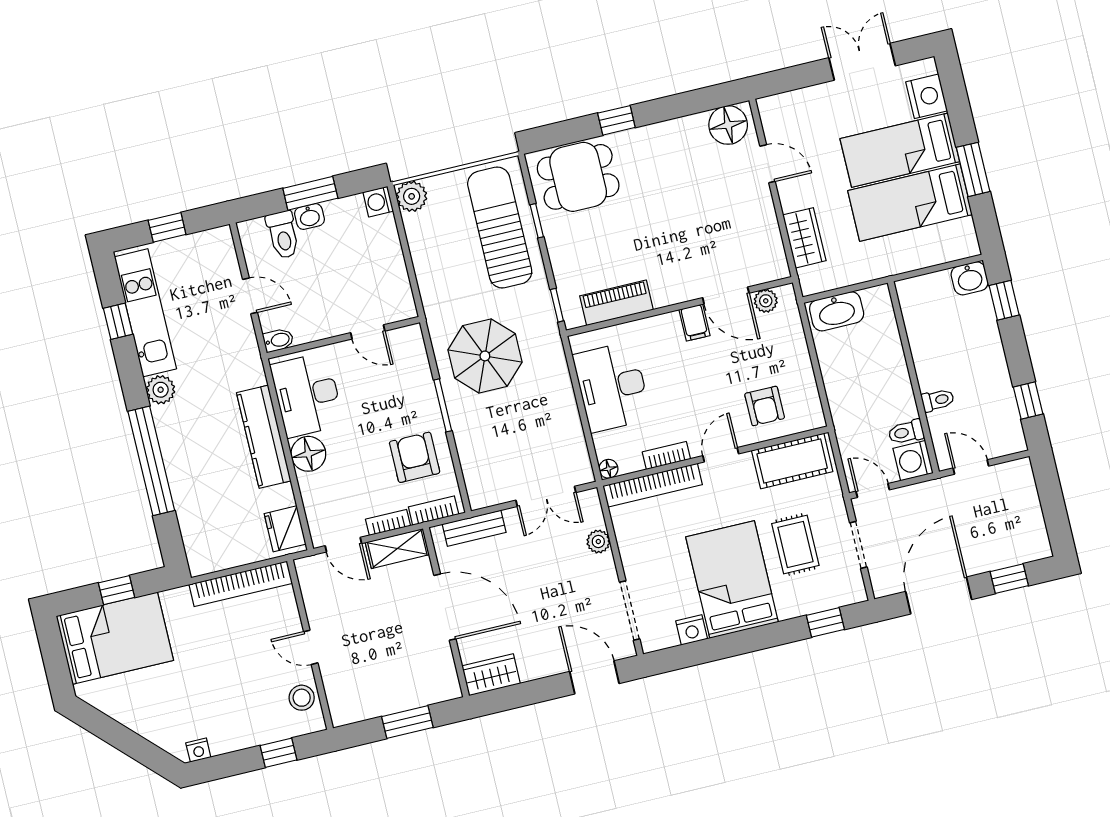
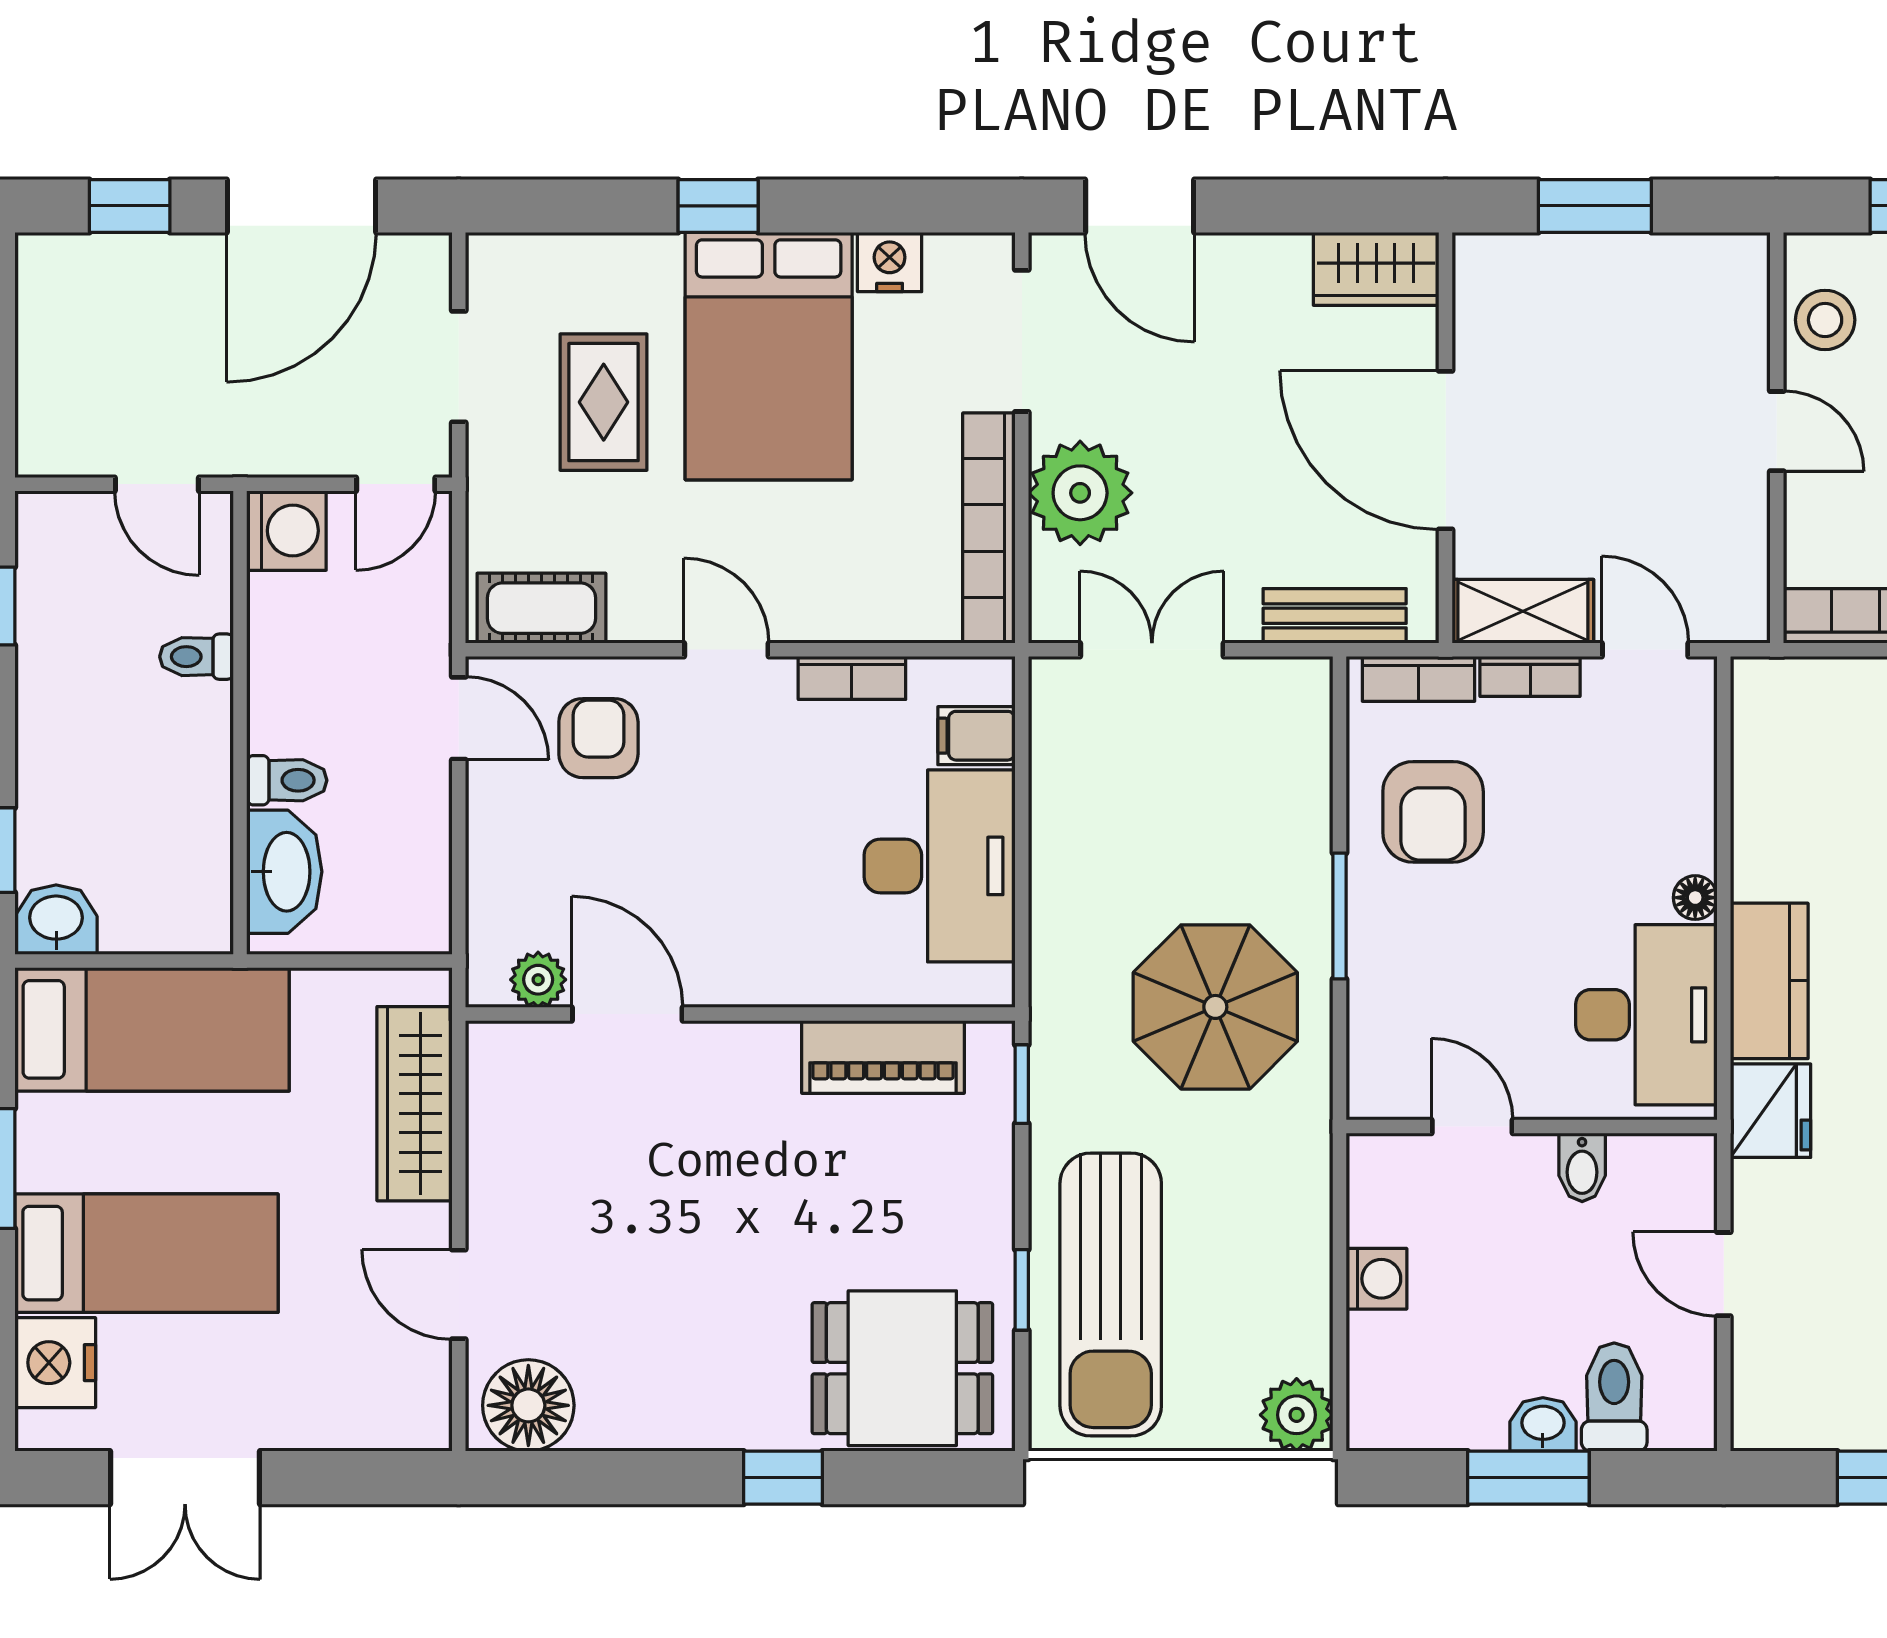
washing machine: (378, 202) -> (1376, 1279), moved
bed: (910, 203) -> (152, 1029), moved
wardrobe: (804, 238) -> (414, 1104), width x1.50
washbasin: (837, 311) -> (284, 872), moved, turned 90
filing cabinet: (694, 323) -> (976, 736), moved, turned -90
bidet: (278, 340) -> (1582, 1167), moved, turned -90
door: (824, 400) -> (459, 718), added
toilet: (906, 432) -> (287, 780), moved
kitchen counter: (264, 437) -> (1769, 981), width x0.67
floor lamp: (308, 454) -> (1695, 898), width x0.53, depth x0.53
door: (721, 455) -> (726, 650), swing flipped
cot: (792, 461) -> (541, 608), width x0.73, depth x0.75
floor lamp: (608, 469) -> (993, 679), removed
bookcase: (653, 485) -> (989, 528), moved, turned -90
door: (873, 490) -> (396, 484), hinge flipped
fridge: (285, 529) -> (1771, 1111), moved
plant: (598, 542) -> (1080, 493), width x1.88, depth x1.88
window: (825, 622) -> (718, 206), moved

